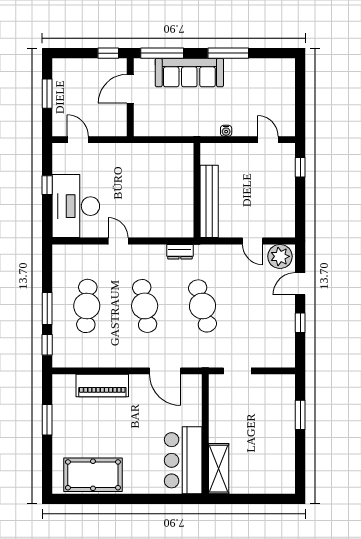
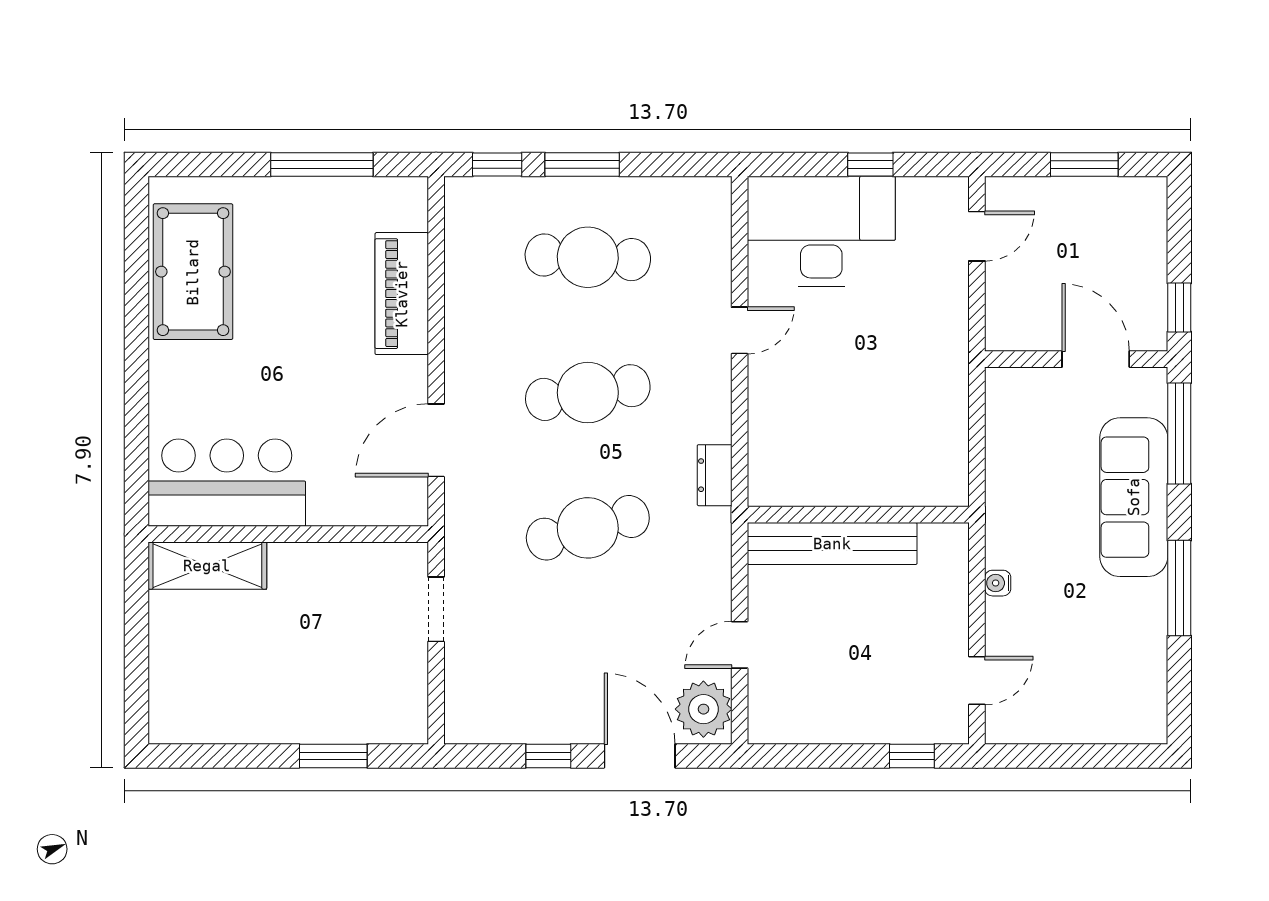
door: (300, 284) -> (640, 756), width x1.38
window: (47, 420) -> (322, 165), width x1.44

